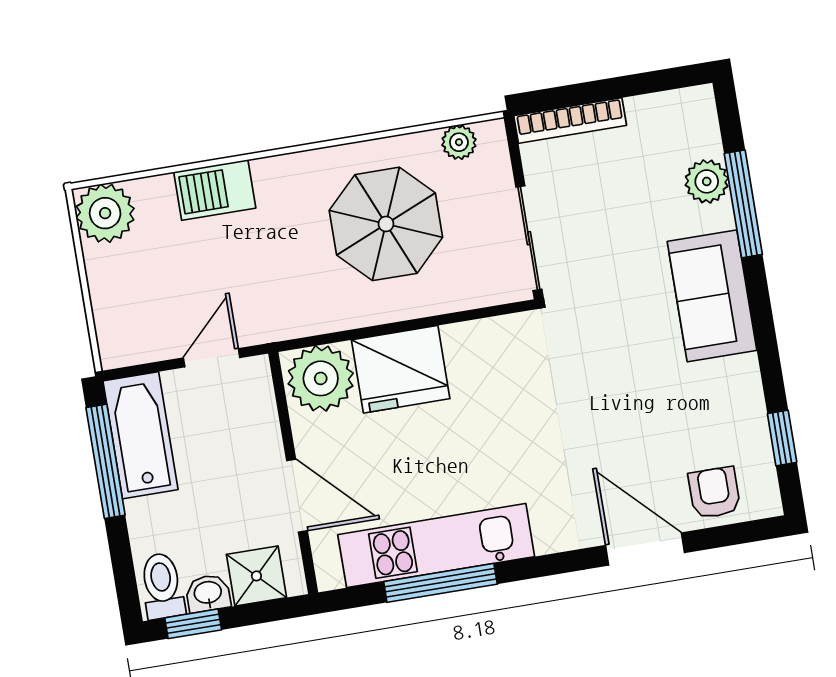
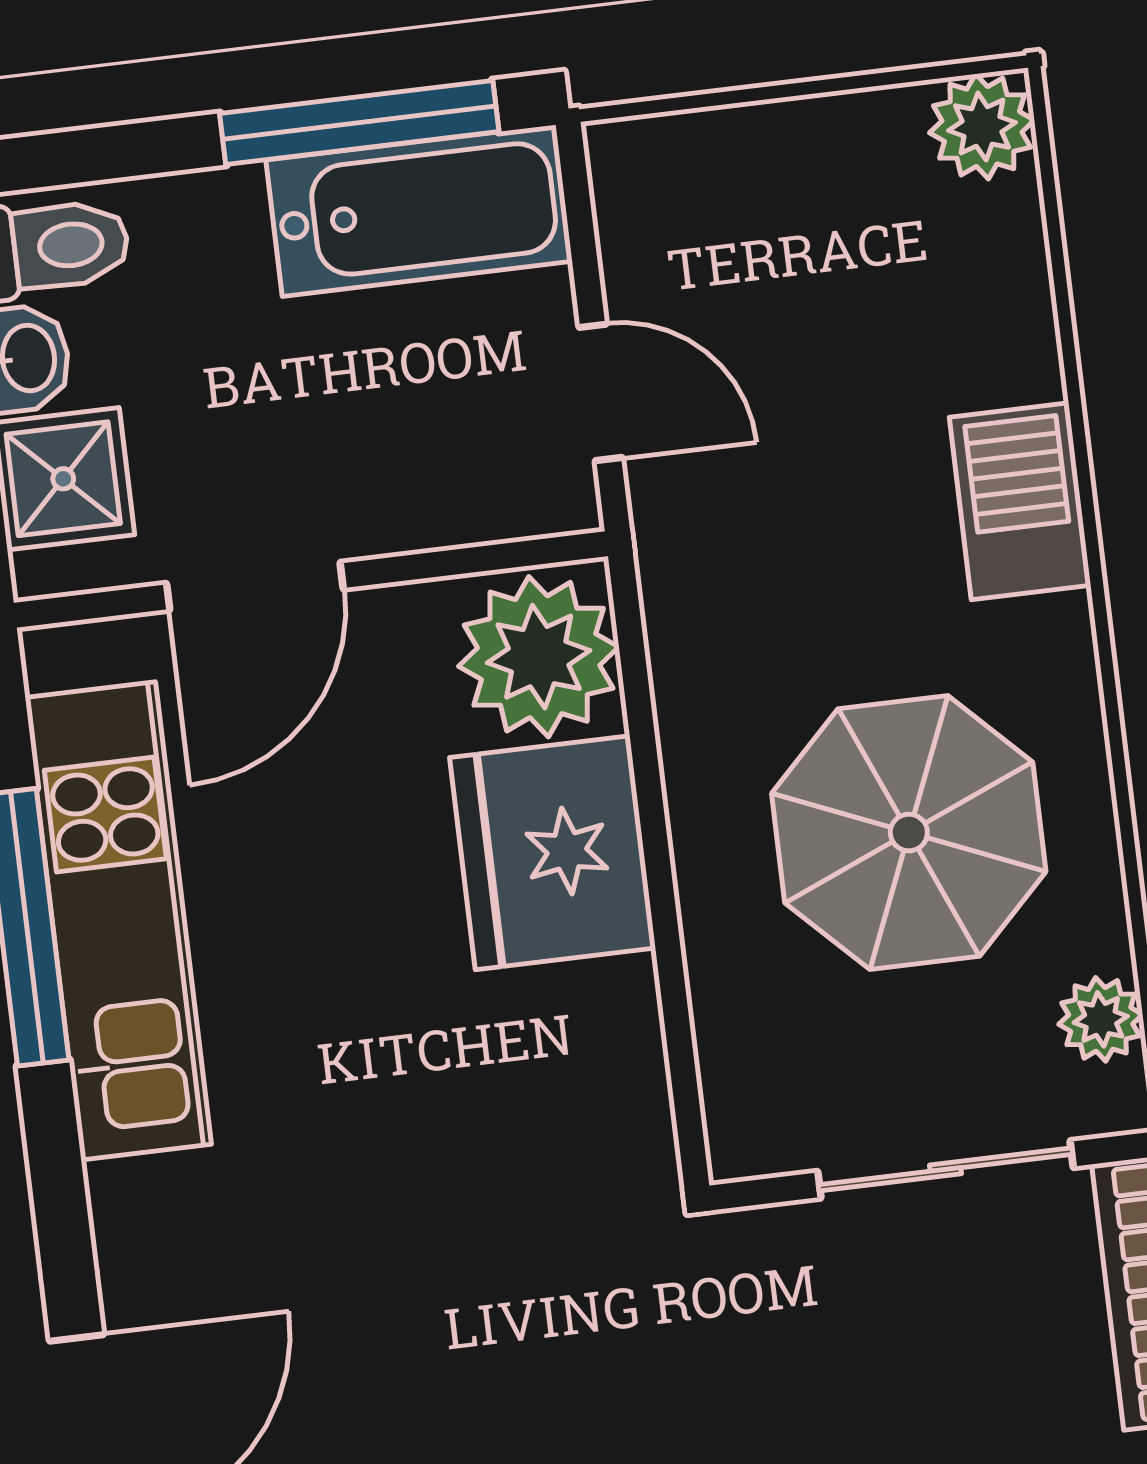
barbecue: (215, 190) -> (1020, 501), moved
plant: (105, 213) -> (982, 126), width x0.73, depth x0.73
sliding door: (529, 238) -> (946, 1169), moved

